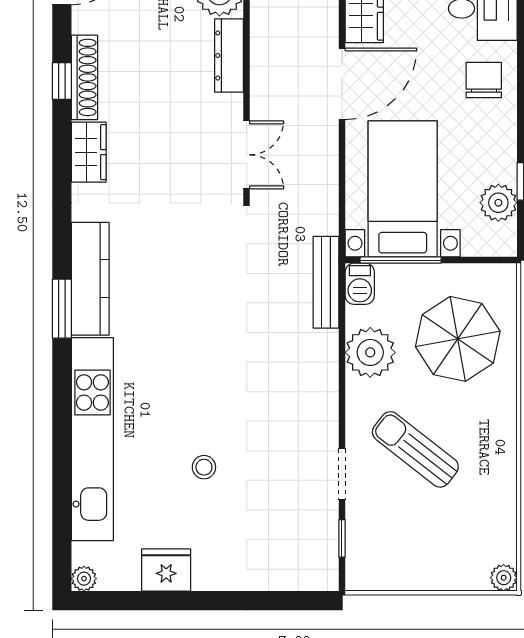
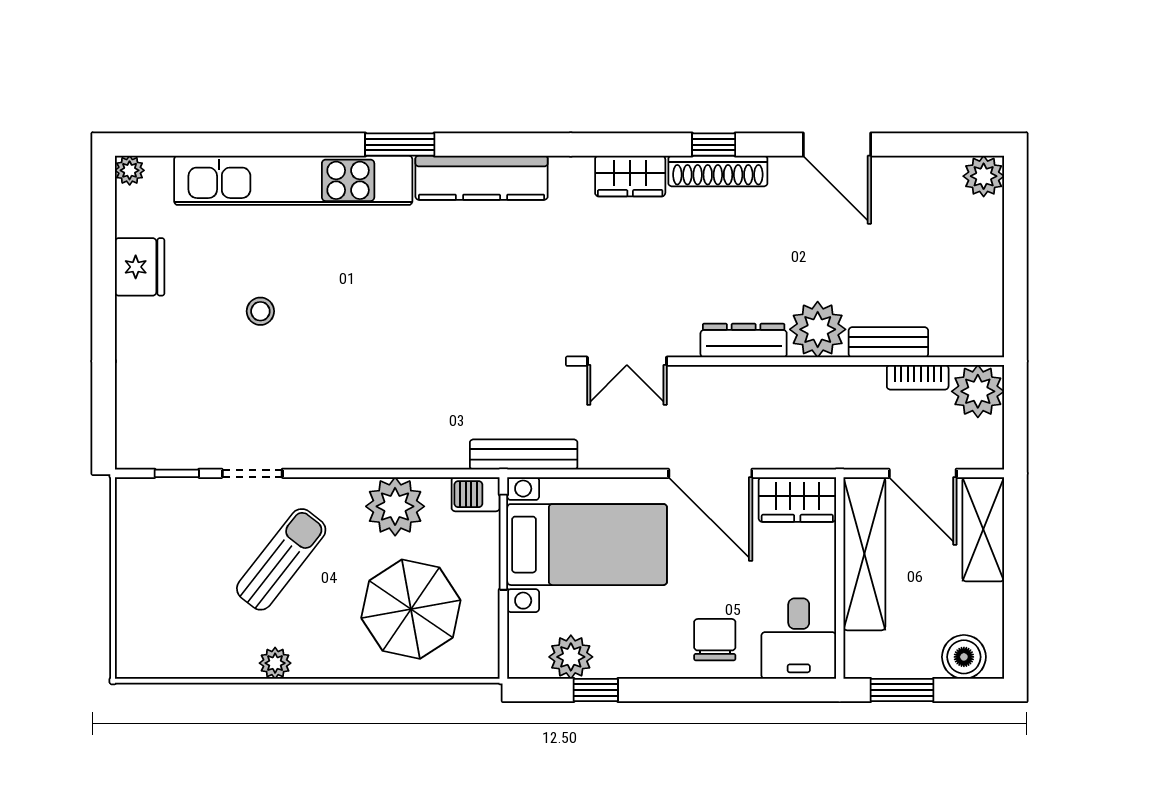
chair: (484, 80) -> (715, 640), turned -90
bench: (326, 282) -> (524, 454), moved
window: (62, 309) -> (400, 145), moved
plant: (504, 578) -> (275, 663), moved

